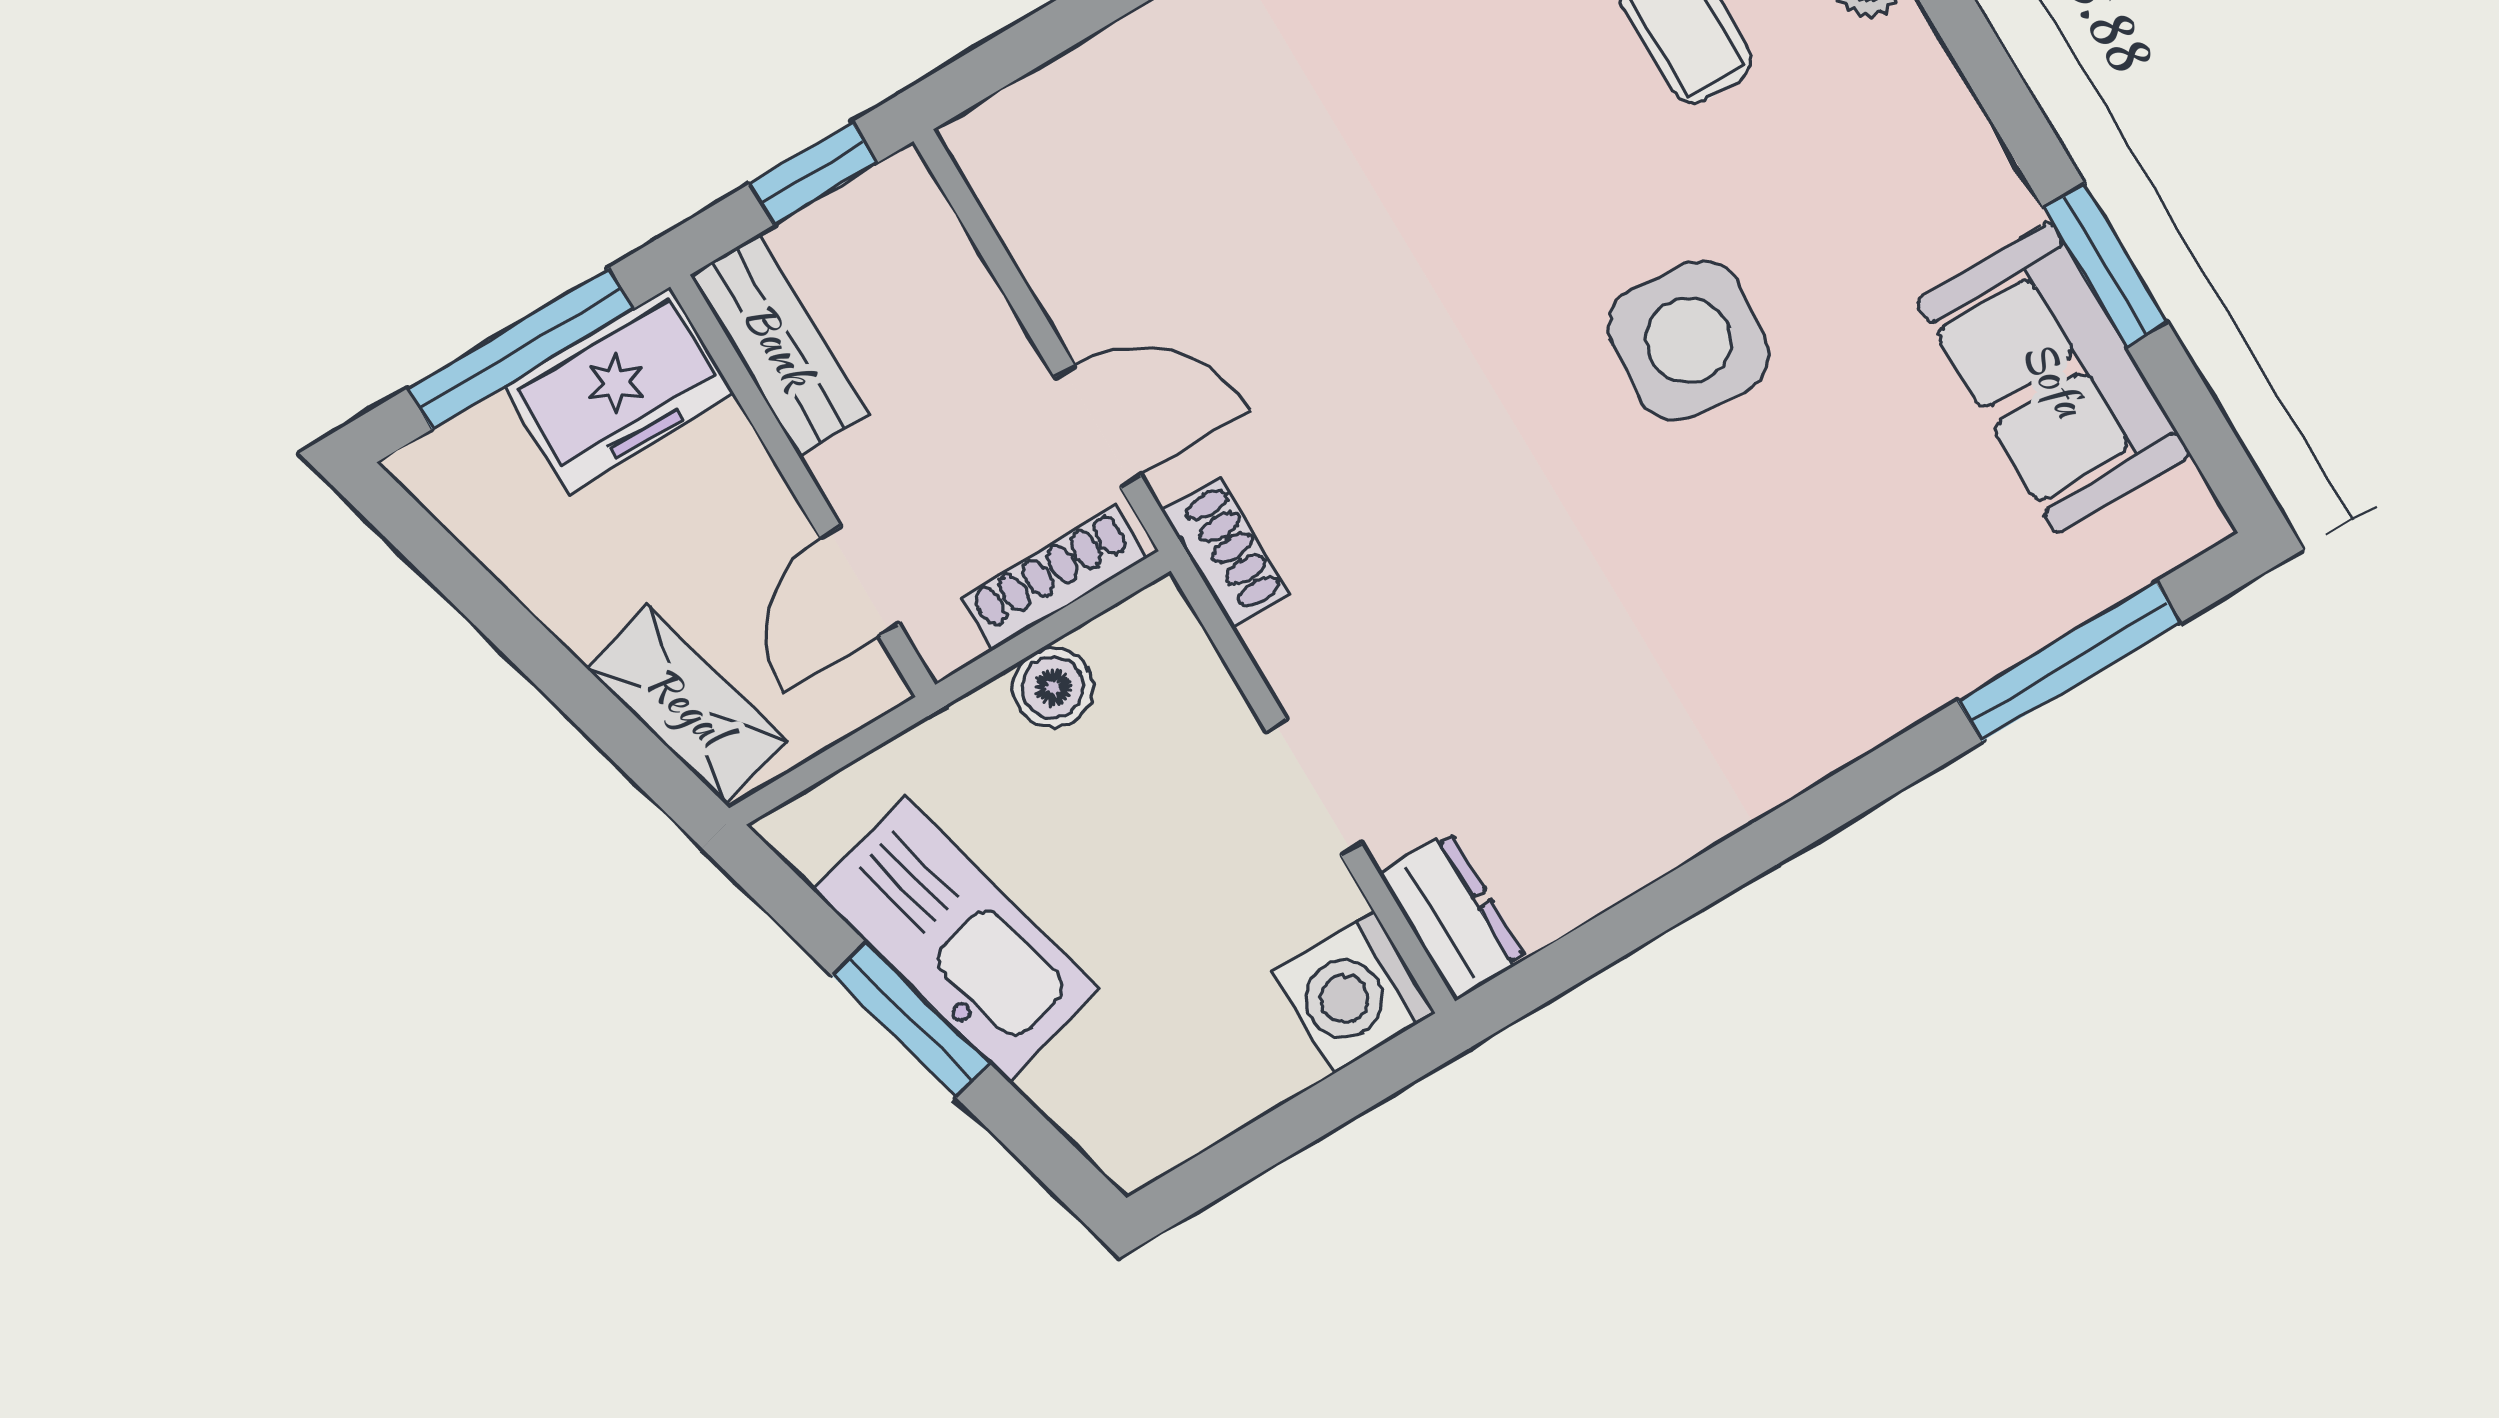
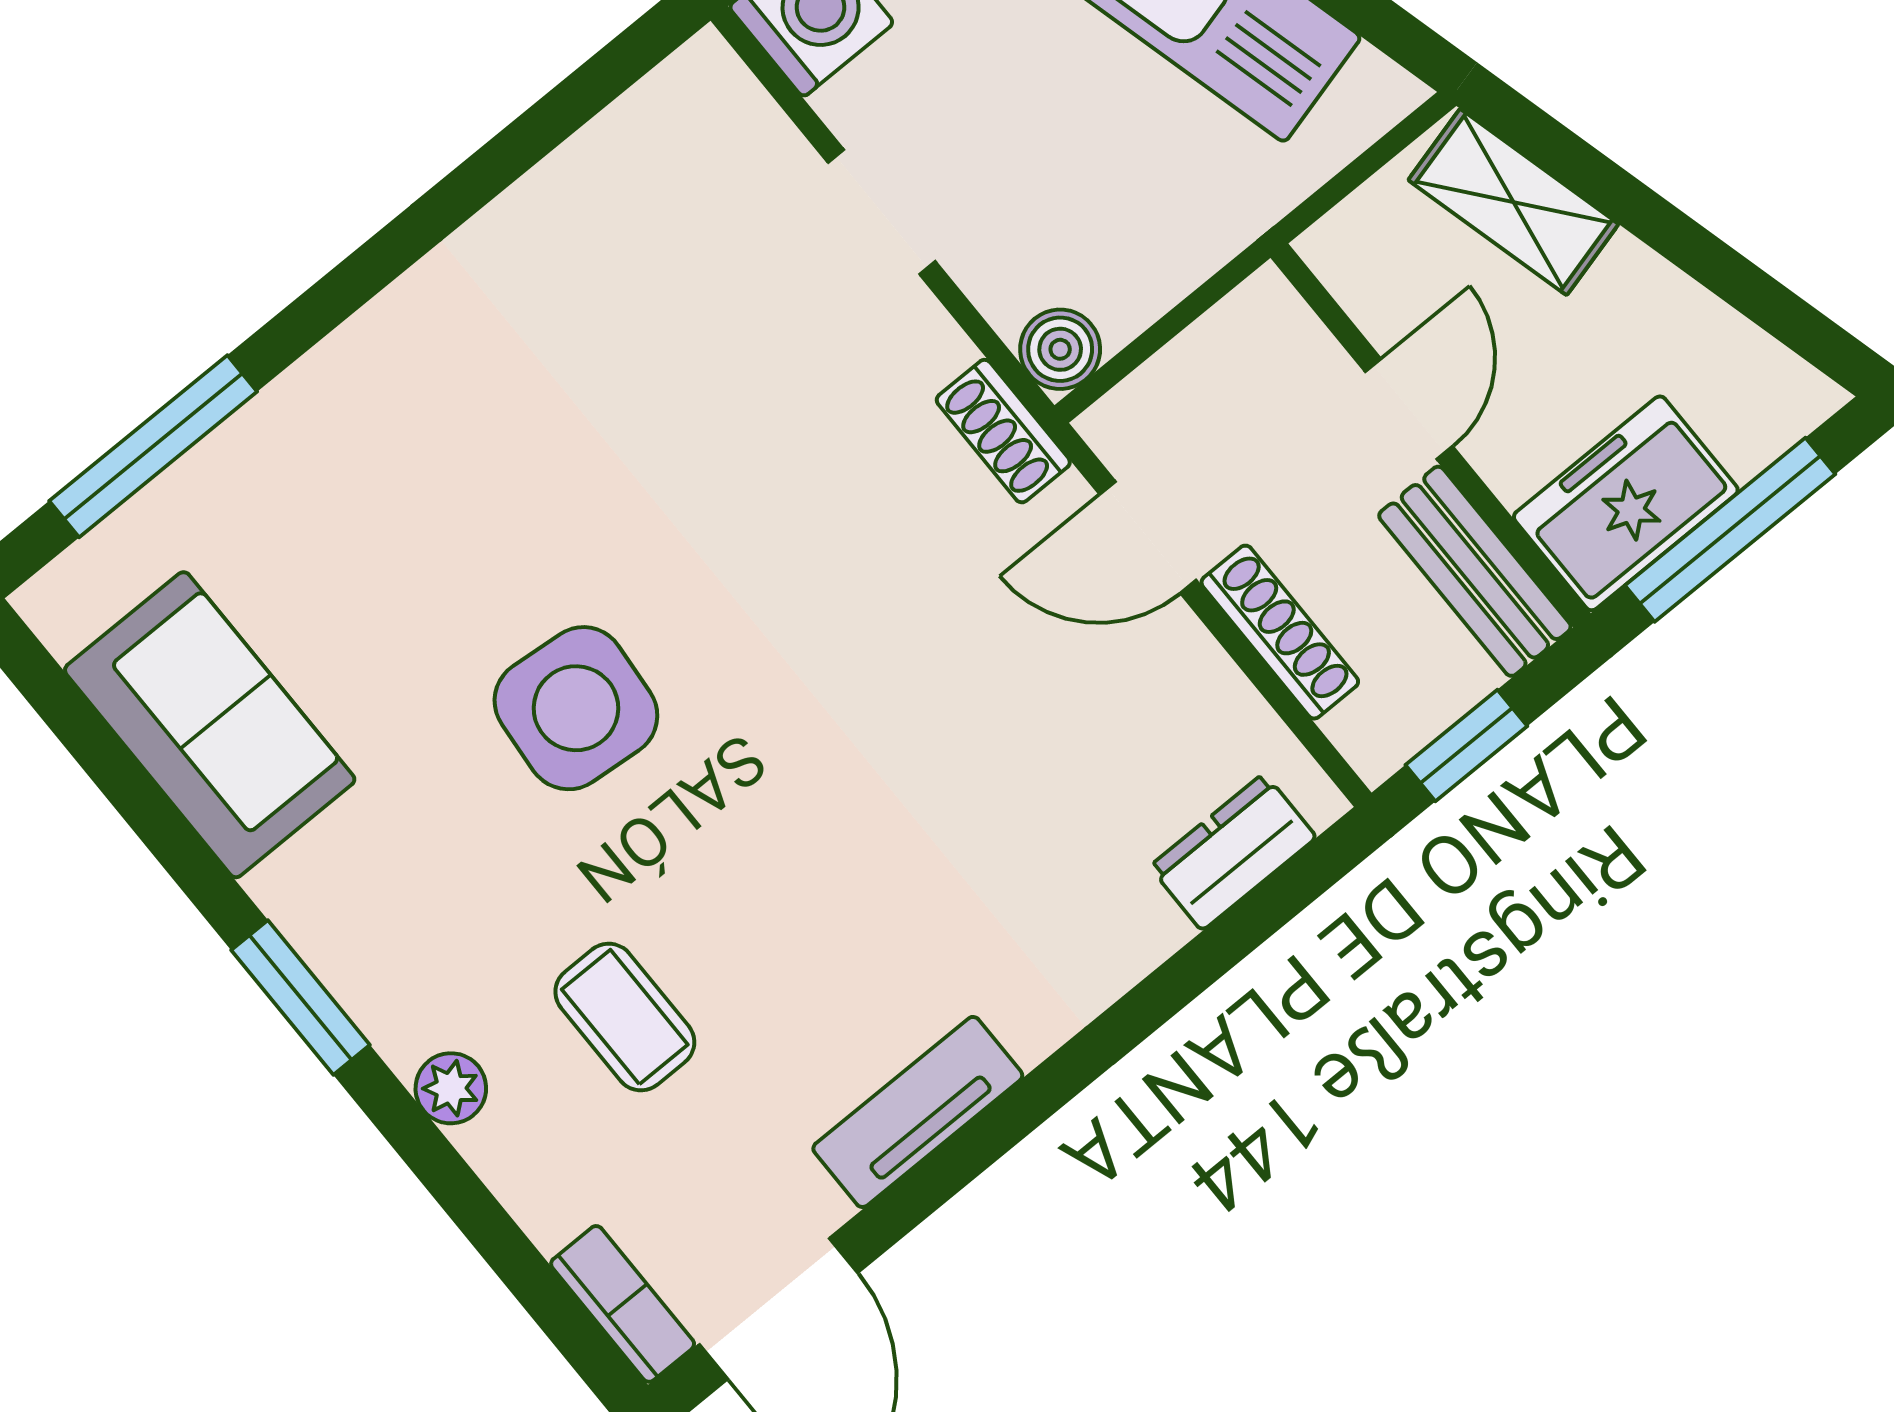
window: (2105, 265) -> (301, 997), moved
shoe rack: (1054, 578) -> (1280, 632), moved, turned -90
door: (860, 581) -> (1409, 409), moved
boiler: (1053, 687) -> (1060, 349), moved
dresser: (1453, 916) -> (1233, 852), moved, turned 90

